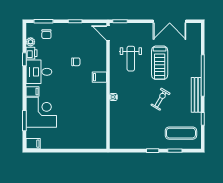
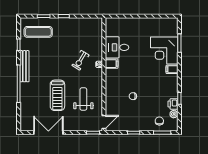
door: (108, 33) -> (104, 122), hinge flipped
treadmill: (160, 63) -> (57, 95), turned 180
desk: (39, 72) -> (117, 47), moved, turned 180
filing cabinet: (99, 77) -> (112, 64), moved
exercise bike: (161, 99) -> (80, 60), moved
filing cabinet: (33, 144) -> (171, 22), removed

